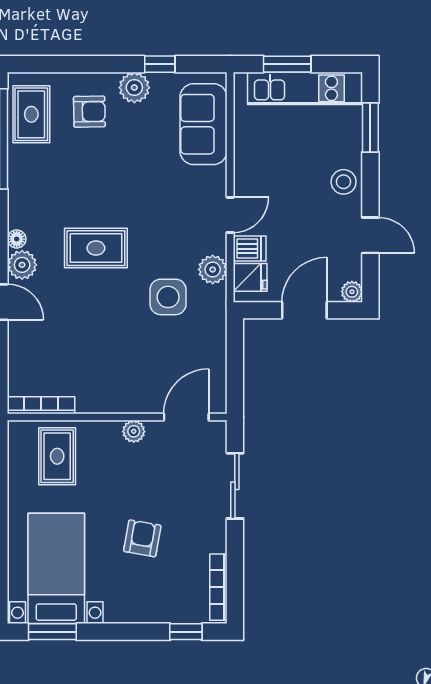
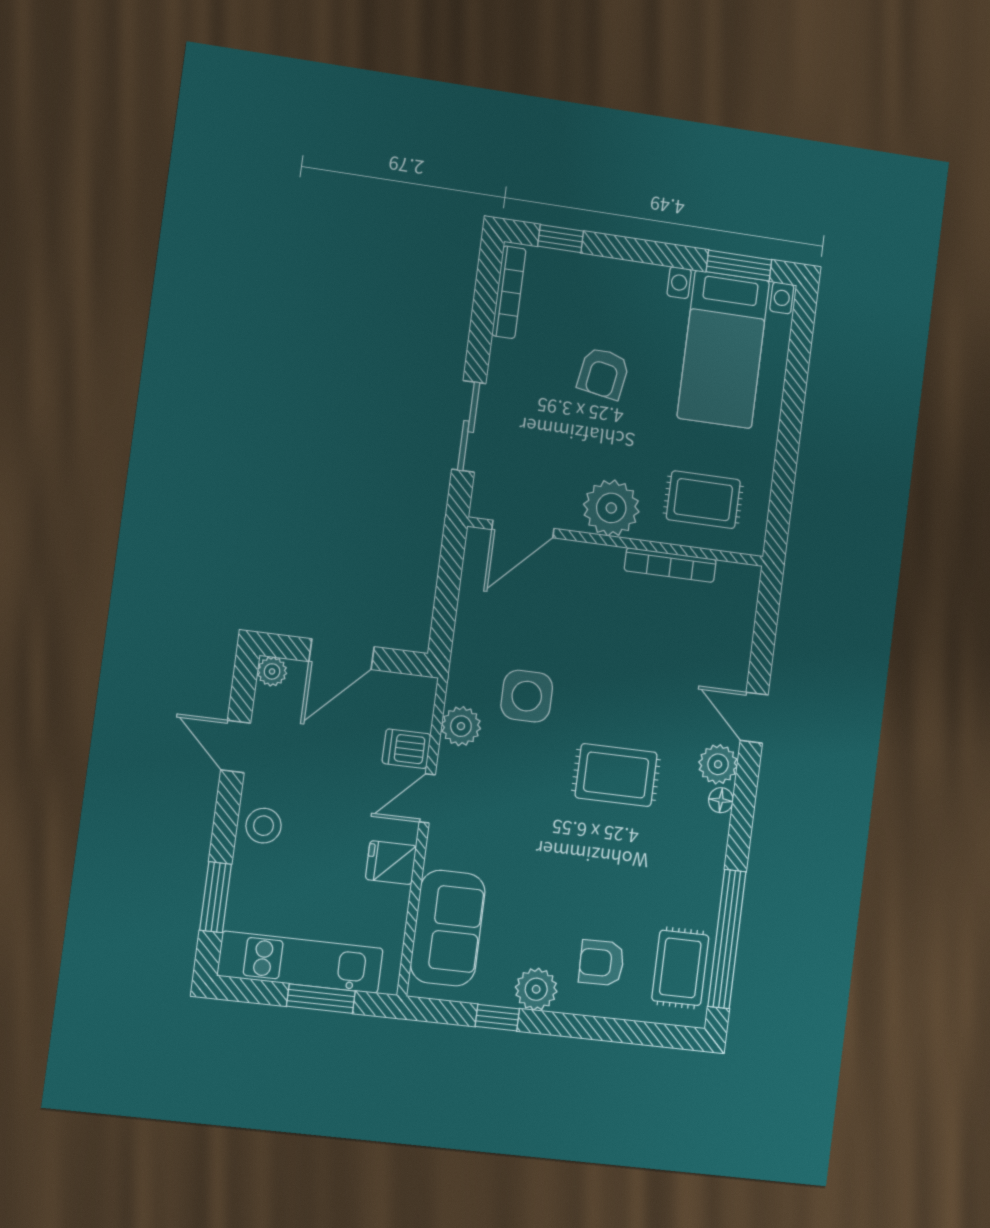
fridge: (250, 277) -> (391, 863), moved
bookcase: (41, 405) -> (670, 565), moved
plant: (134, 431) -> (611, 508), width x1.87, depth x1.87
rug: (57, 456) -> (703, 500), turned 90

